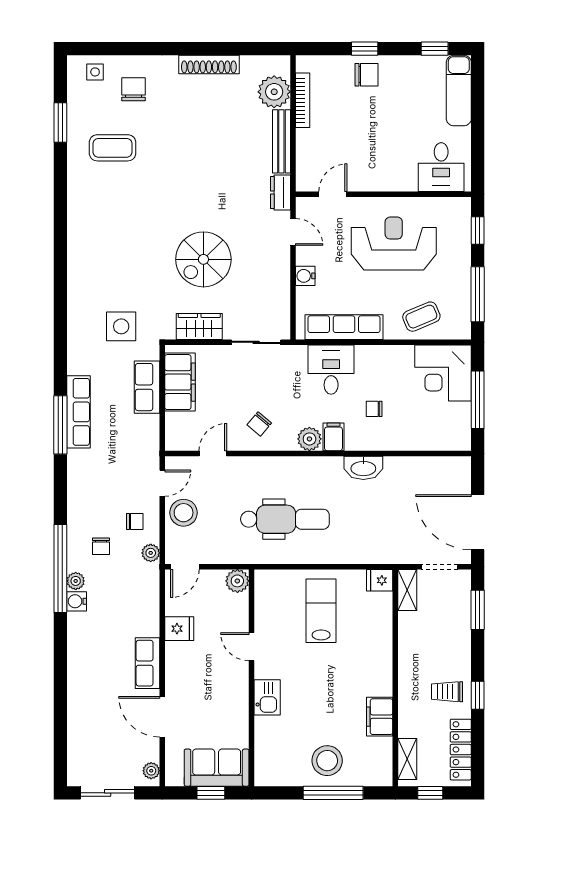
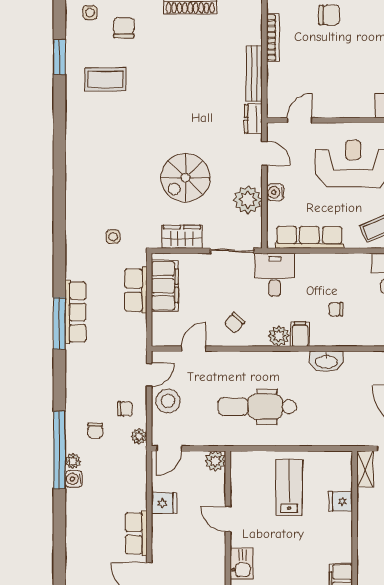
plant: (274, 92) -> (248, 200), moved
side table: (121, 326) -> (113, 237), width x0.54, depth x0.54
desk: (331, 370) -> (275, 275), moved
dental chair: (285, 519) -> (257, 407), turned 180
fridge: (380, 580) -> (341, 501), moved

